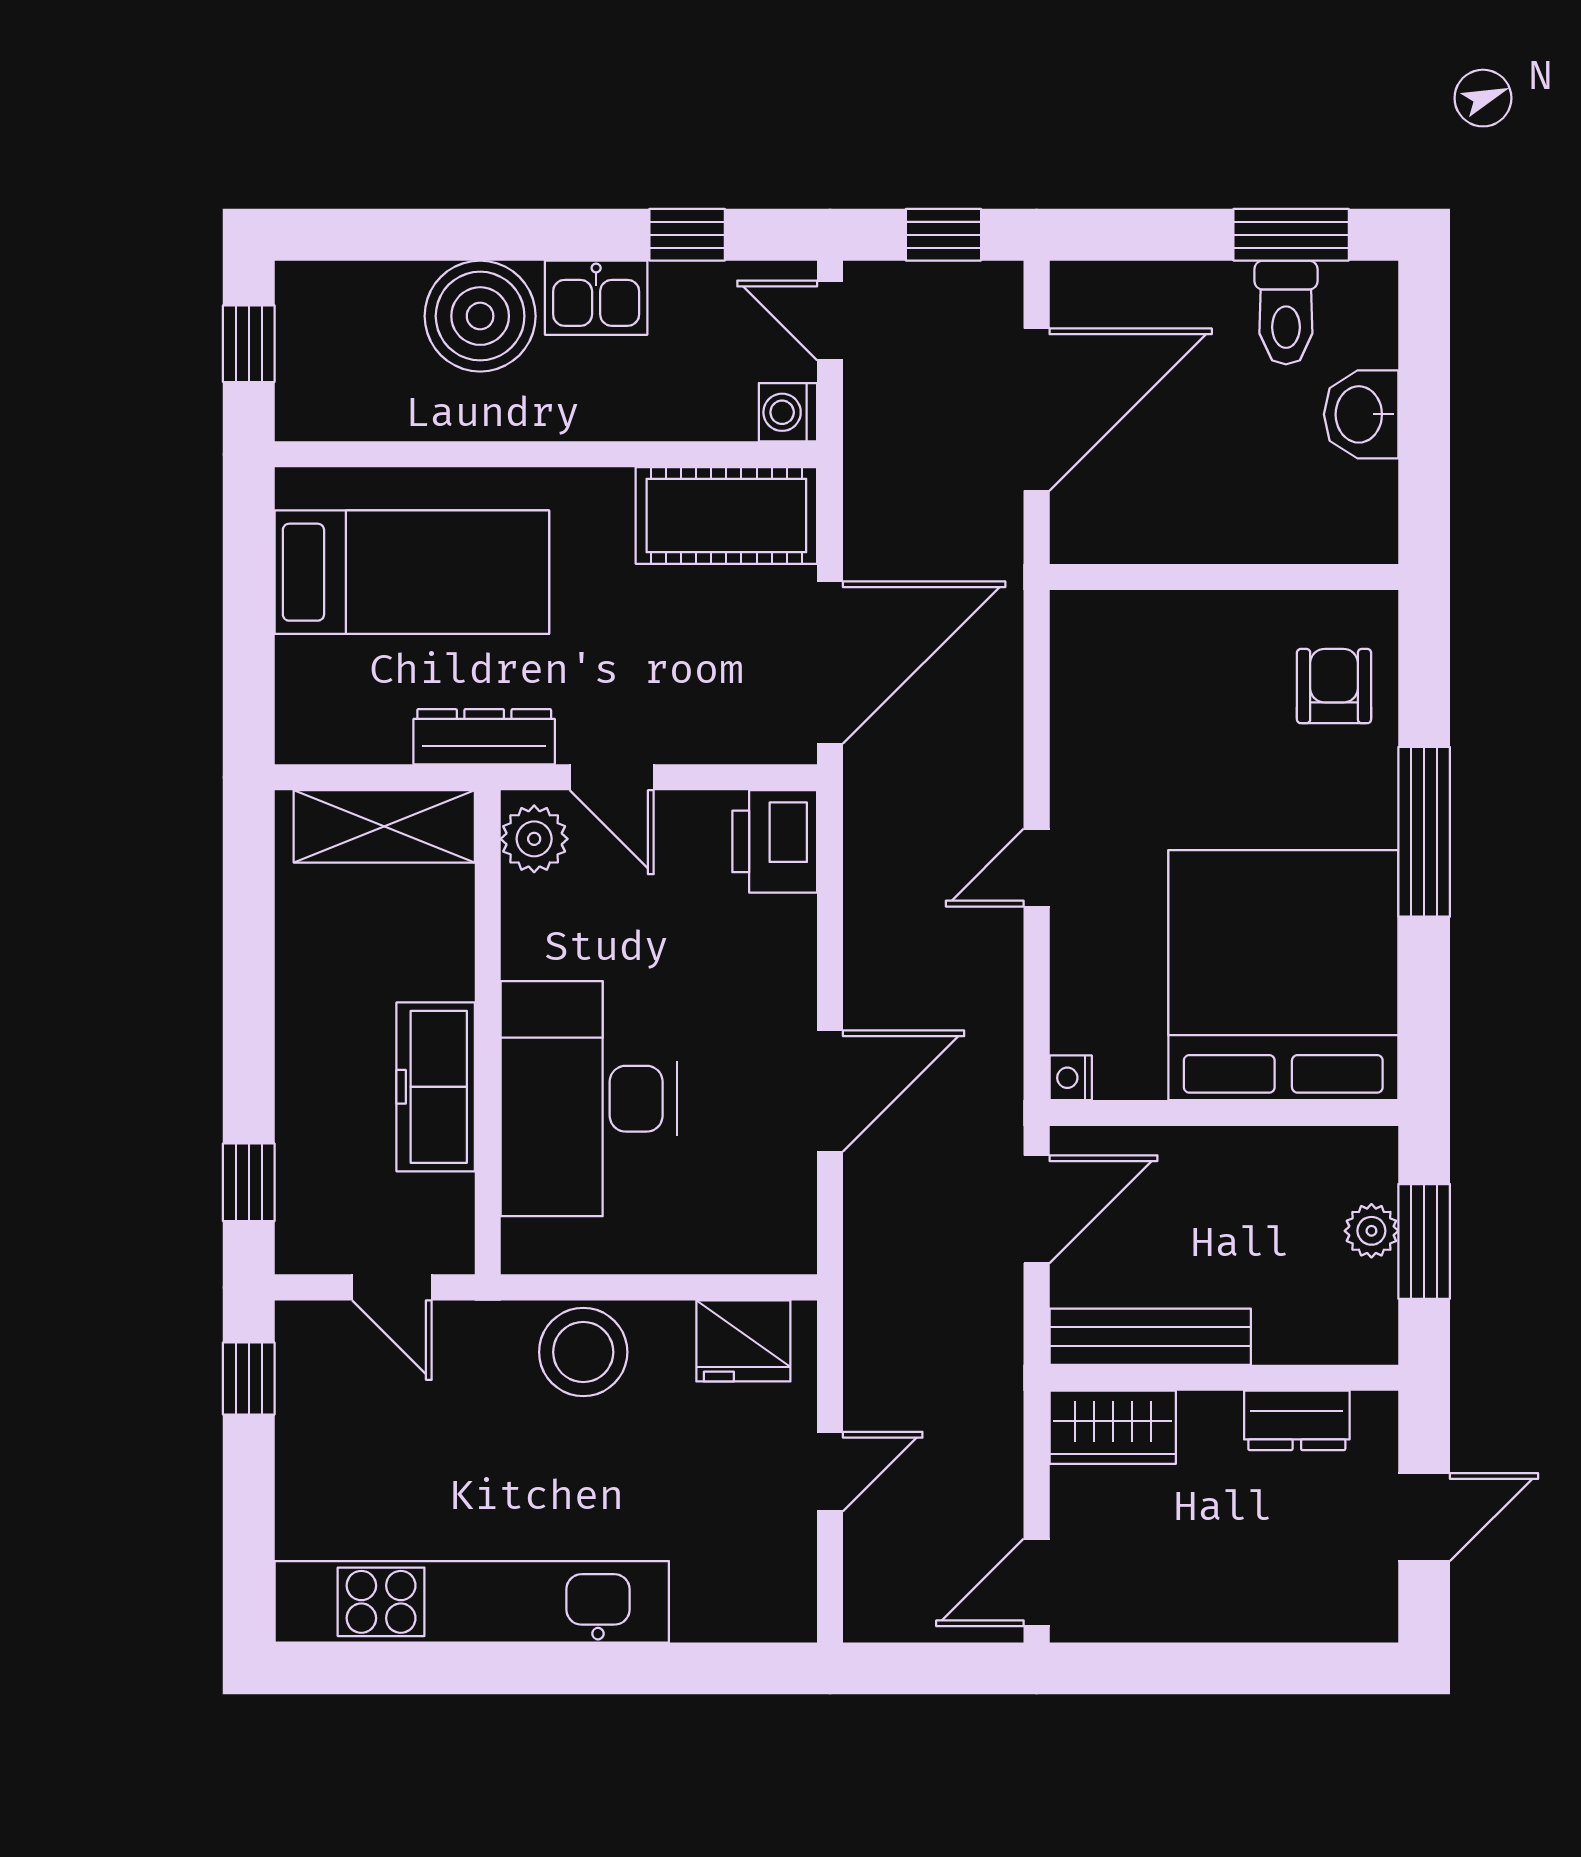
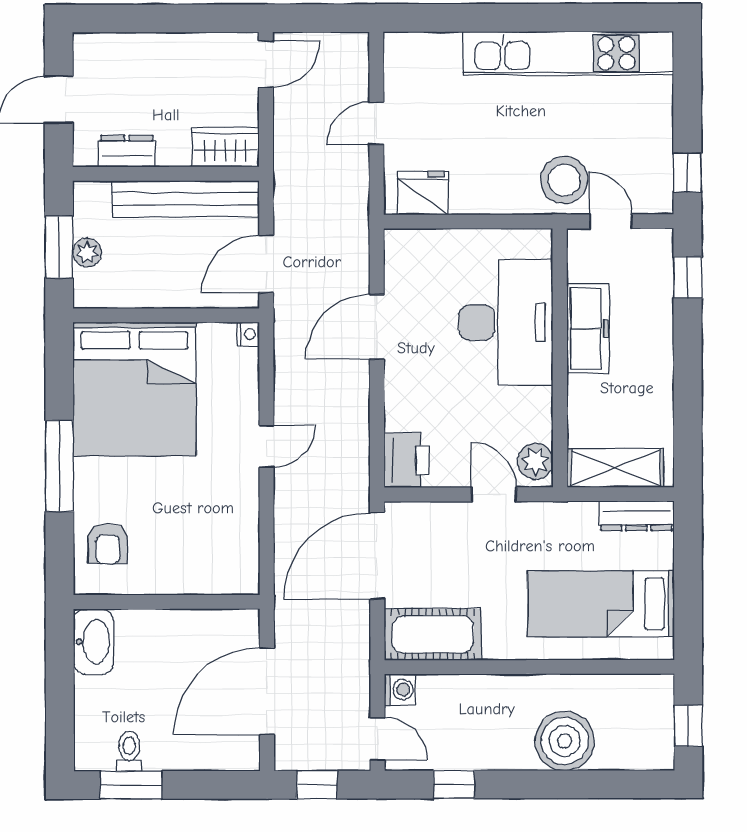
kitchen sink: (596, 298) -> (503, 751), removed
toilet: (1286, 313) -> (129, 751), width x0.73, depth x0.72
washbasin: (1361, 414) -> (93, 642), moved, width x1.38
dresser: (484, 737) -> (636, 516), moved
bench: (1150, 1337) -> (186, 199), width x1.37, depth x1.21
stool: (583, 1352) -> (564, 180), moved

